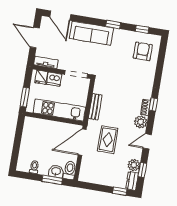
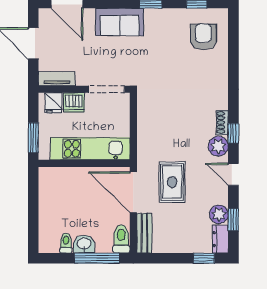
sofa: (91, 33) -> (120, 22), width x0.73
window: (153, 104) -> (233, 133), moved
bench: (95, 107) -> (144, 233), moved
door: (147, 141) -> (233, 174), hinge flipped
door: (82, 142) -> (133, 192), hinge flipped
washbasin: (56, 171) -> (84, 244), moved
window: (52, 180) -> (97, 258), width x1.44

